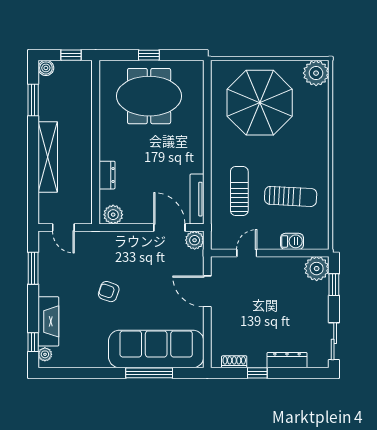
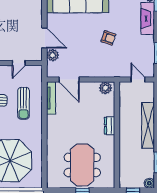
meeting table: (149, 96) -> (82, 165), turned 90
dresser: (107, 175) -> (110, 126), moved
plant: (195, 240) -> (53, 55), moved

